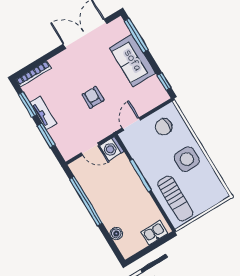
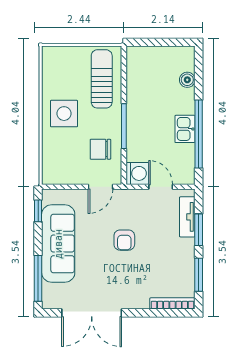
sofa: (132, 61) -> (58, 244), width x1.36
tv unit: (43, 113) -> (187, 217), moved
chair: (164, 127) -> (100, 149), moved, turned 180
kitchen sink: (154, 233) -> (185, 129), moved, turned 90

